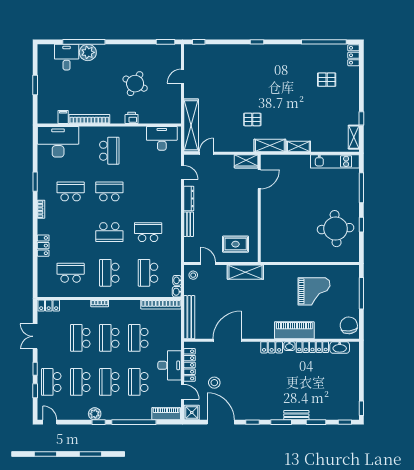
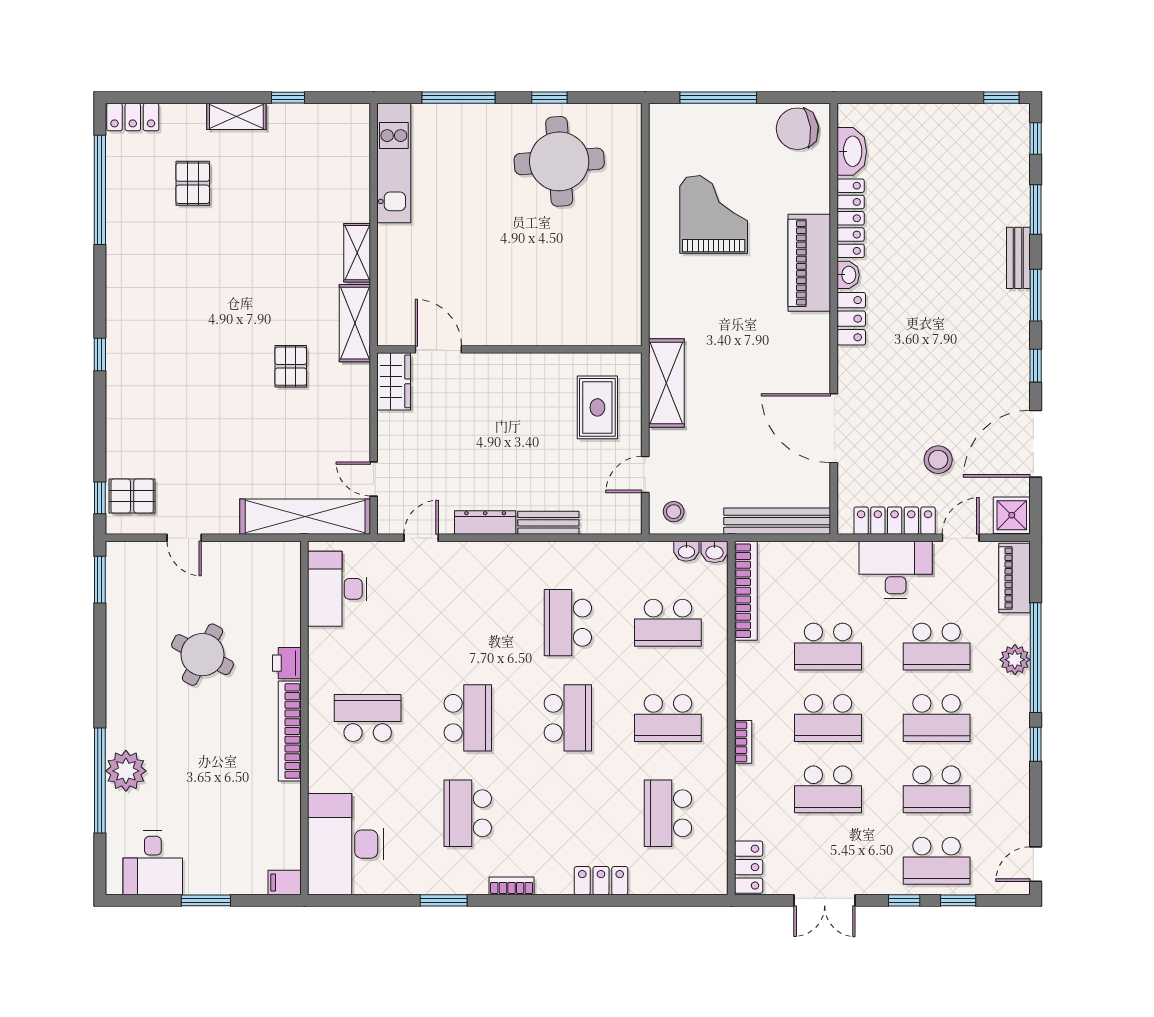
pallet: (200, 55) -> (132, 496), added
desk: (67, 57) -> (153, 863), moved, turned -90
filing cabinet: (63, 117) -> (285, 882), moved
bookcase: (89, 119) -> (290, 731), moved
shelving: (354, 137) -> (236, 116), moved
school desk: (109, 191) -> (468, 718), turned 180
plant: (95, 414) -> (1015, 660), moved

